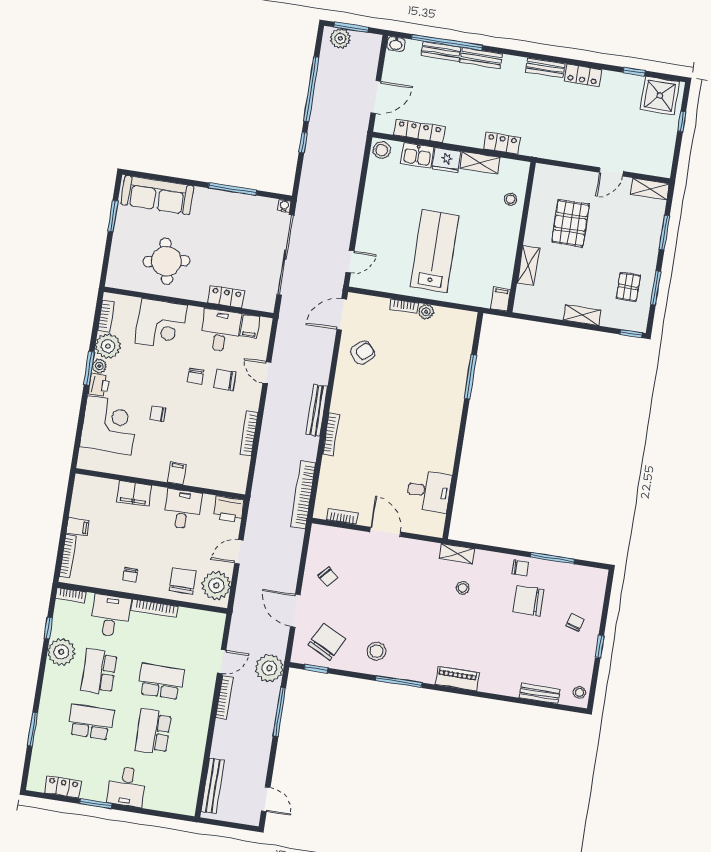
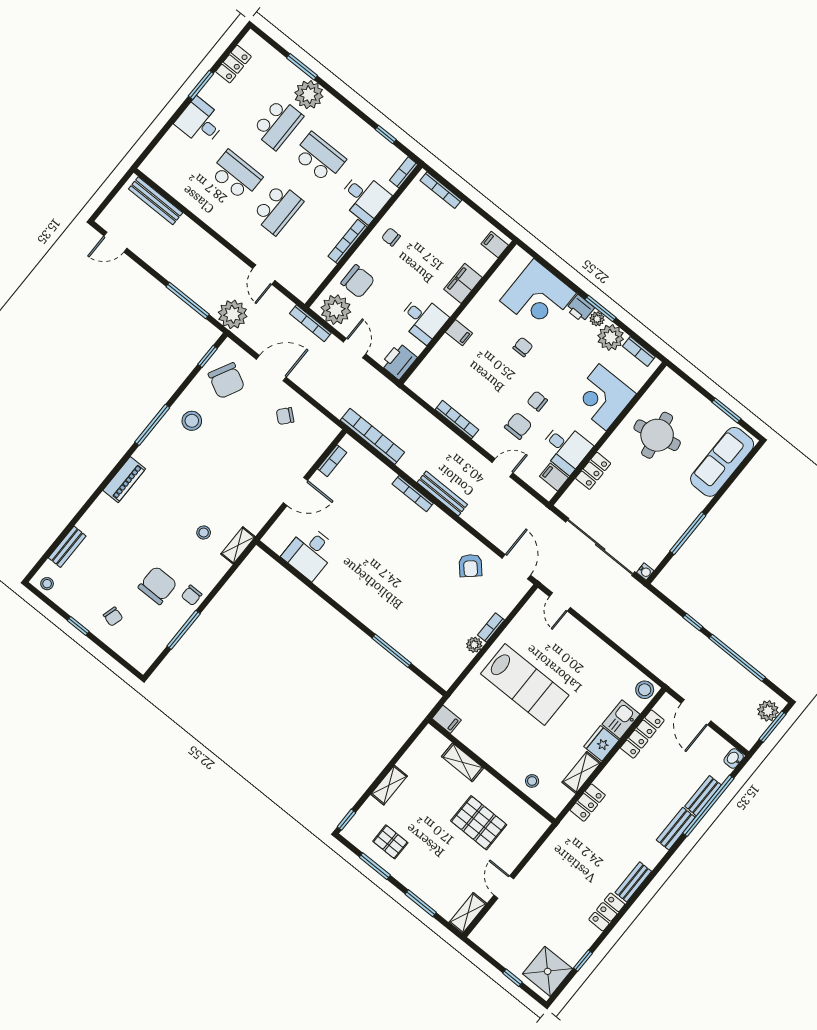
filing cabinet: (78, 527) -> (495, 245), moved, turned 90
plant: (61, 652) -> (309, 95), moved
bookcase: (224, 698) -> (310, 323), moved

